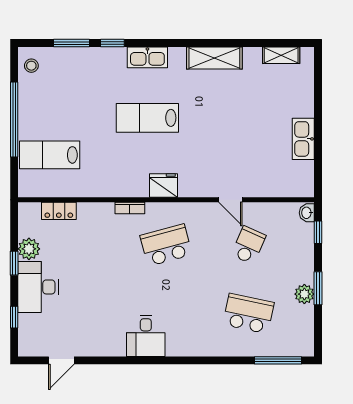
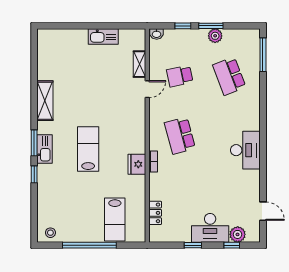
window: (72, 43) -> (34, 143), moved
shelving: (281, 55) -> (139, 64), moved
lab bench: (147, 118) -> (88, 149), turned 180
fridge: (163, 186) -> (137, 164), moved
window: (318, 232) -> (183, 26), moved
school desk: (248, 245) -> (180, 76), turned -36
plant: (29, 249) -> (238, 234), moved
school desk: (248, 314) -> (229, 76), turned -33
desk: (146, 336) -> (245, 150), width x1.37

